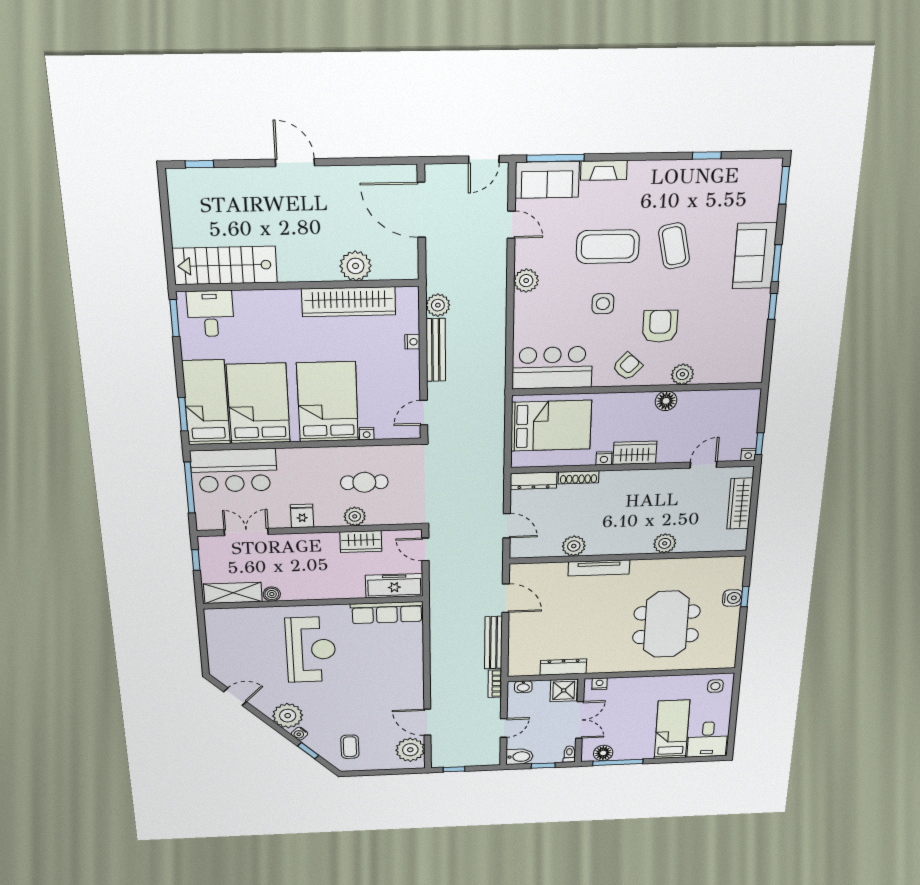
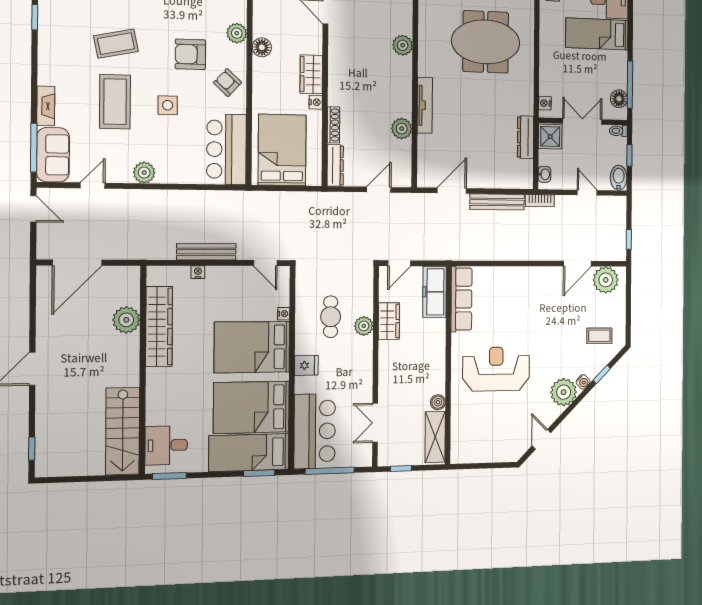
plant: (438, 305) -> (164, 249), removed
fridge: (302, 516) -> (306, 365), moved, turned 180

